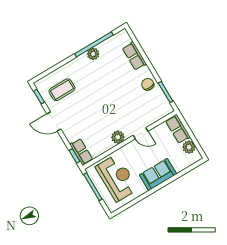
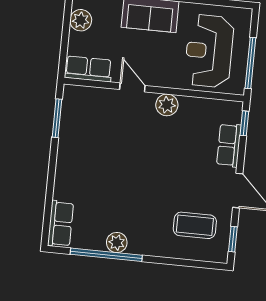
row of seats: (134, 56) -> (60, 224), moved
chair: (148, 84) -> (73, 147), removed
row of seats: (178, 129) -> (88, 69), moved, turned -90
row of seats: (81, 152) -> (229, 145), moved

